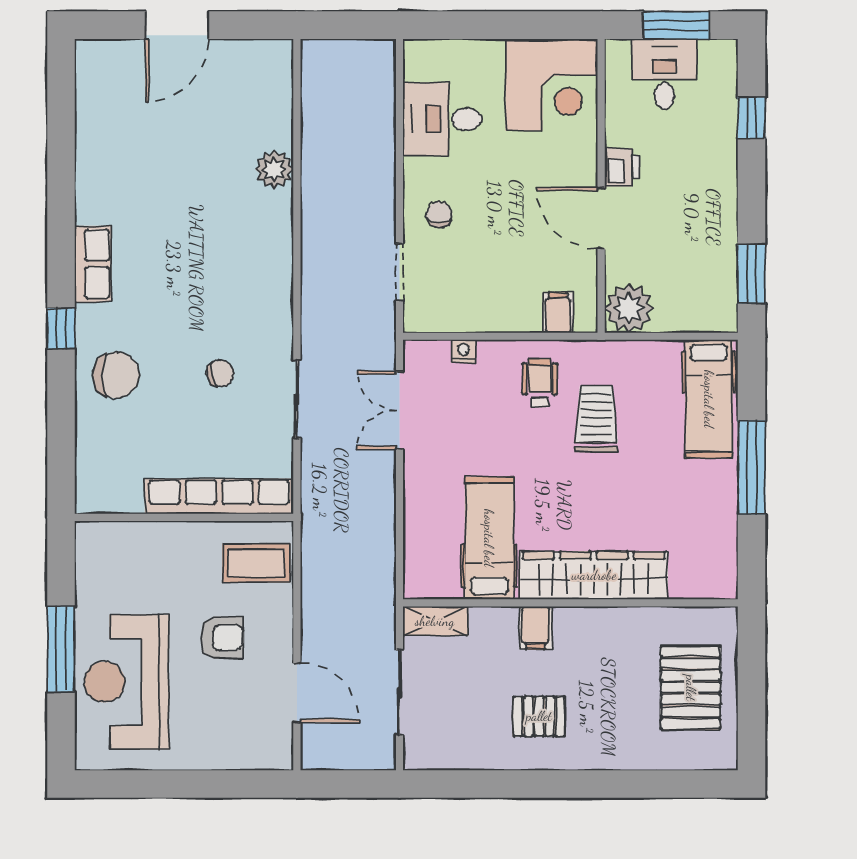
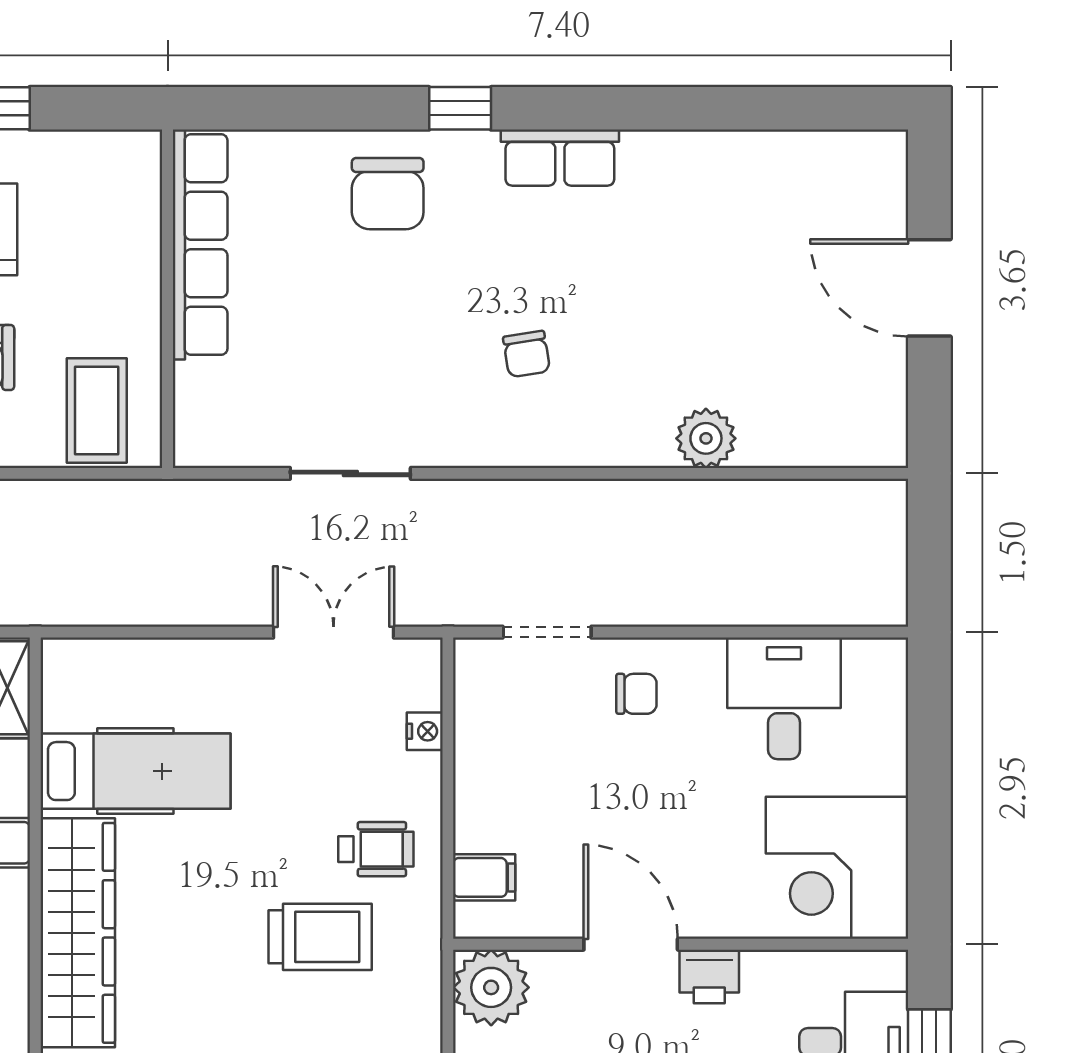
door: (601, 218) -> (631, 944), hinge flipped
chair: (220, 374) -> (527, 354), moved
row of seats: (219, 496) -> (200, 245), moved

